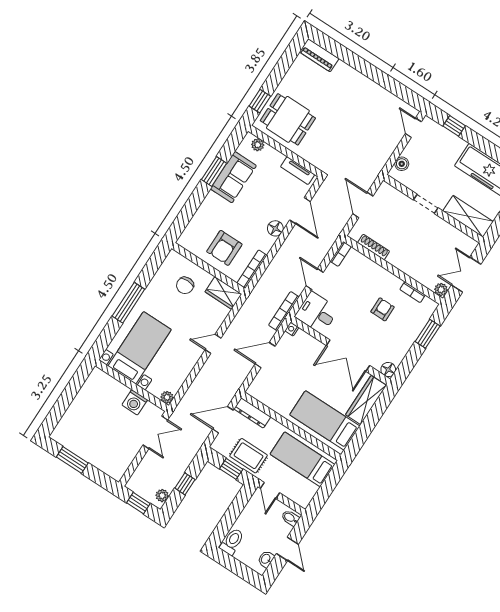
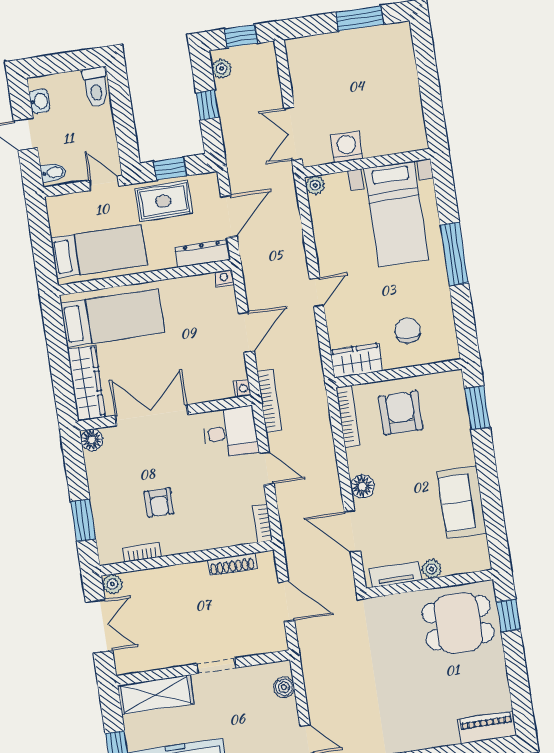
plant: (258, 145) -> (432, 569), moved
window: (214, 171) -> (477, 408), moved
nightstand: (253, 391) -> (224, 278), added

